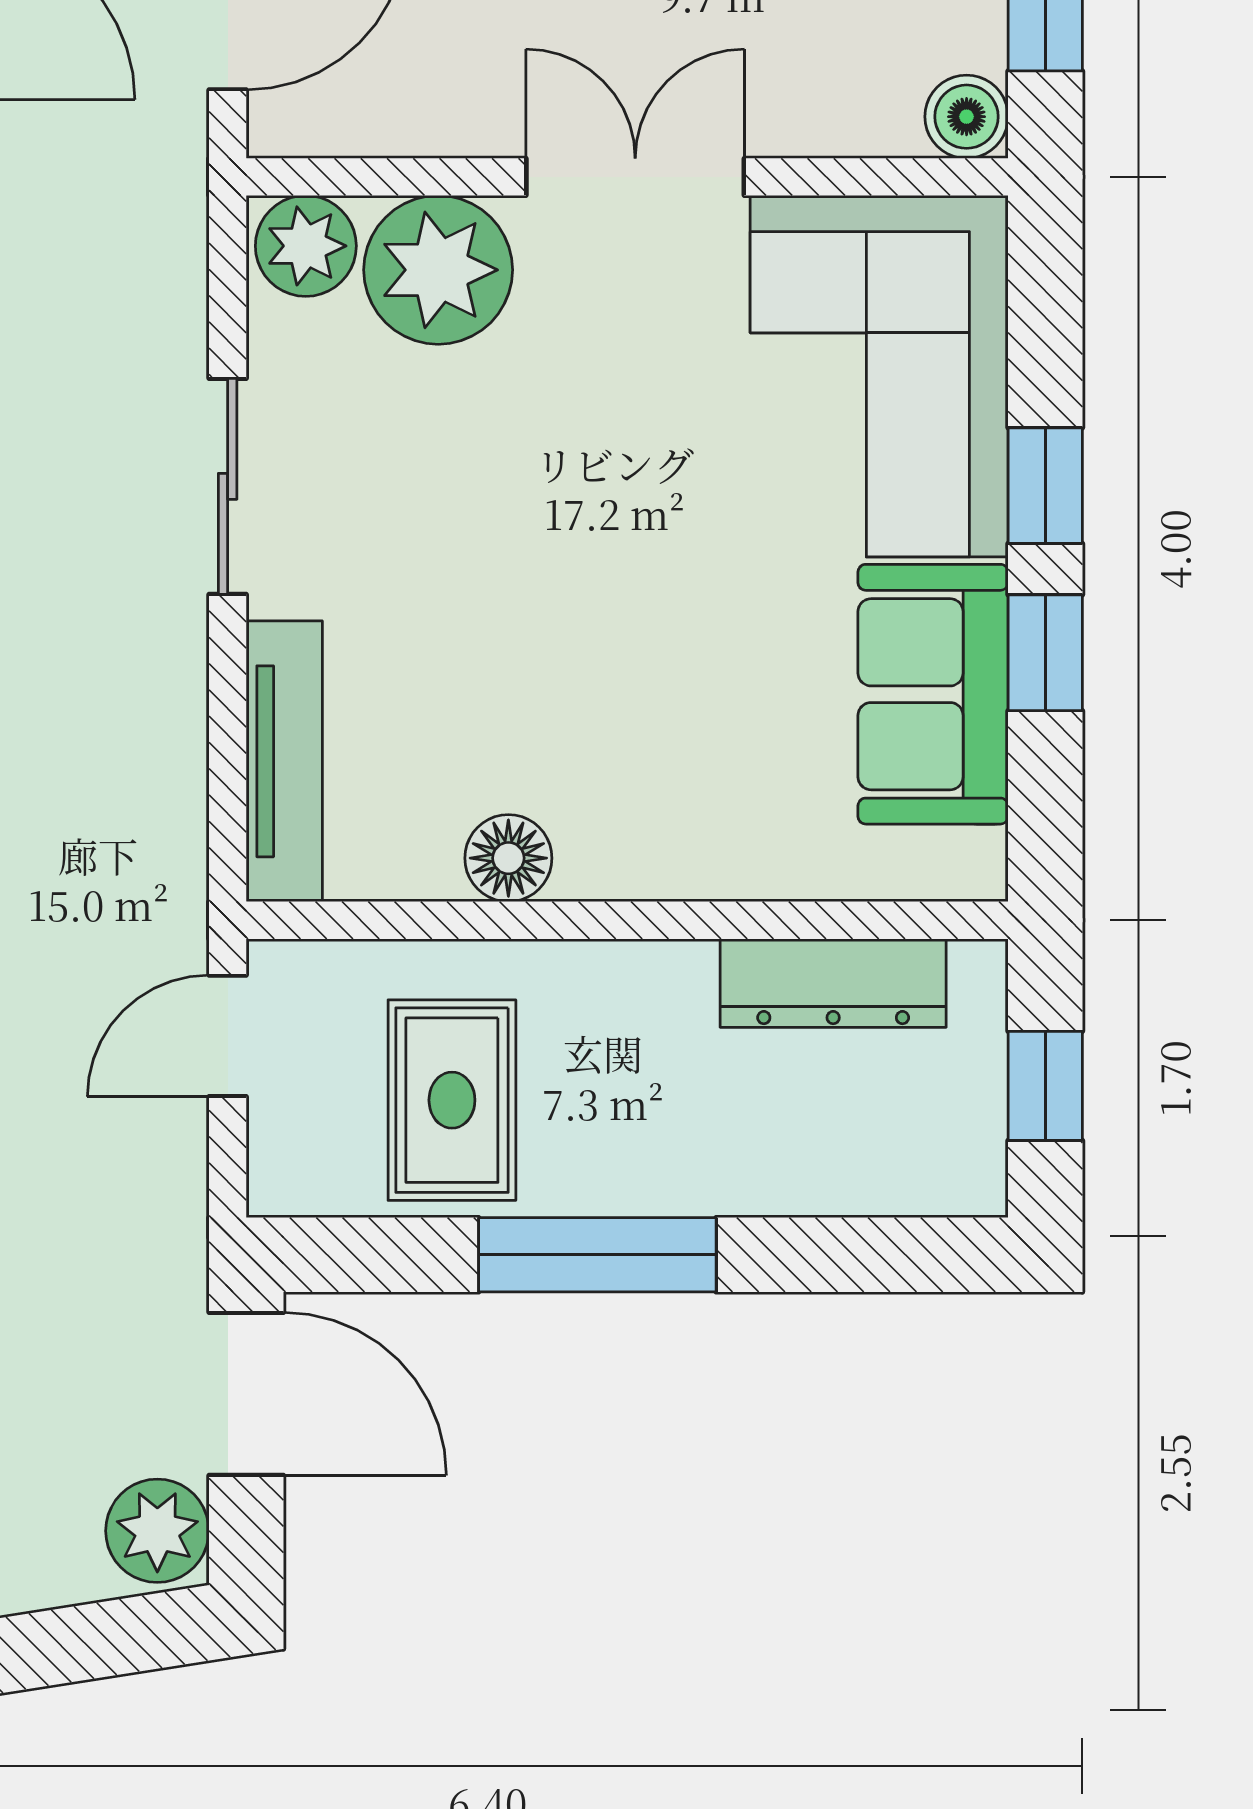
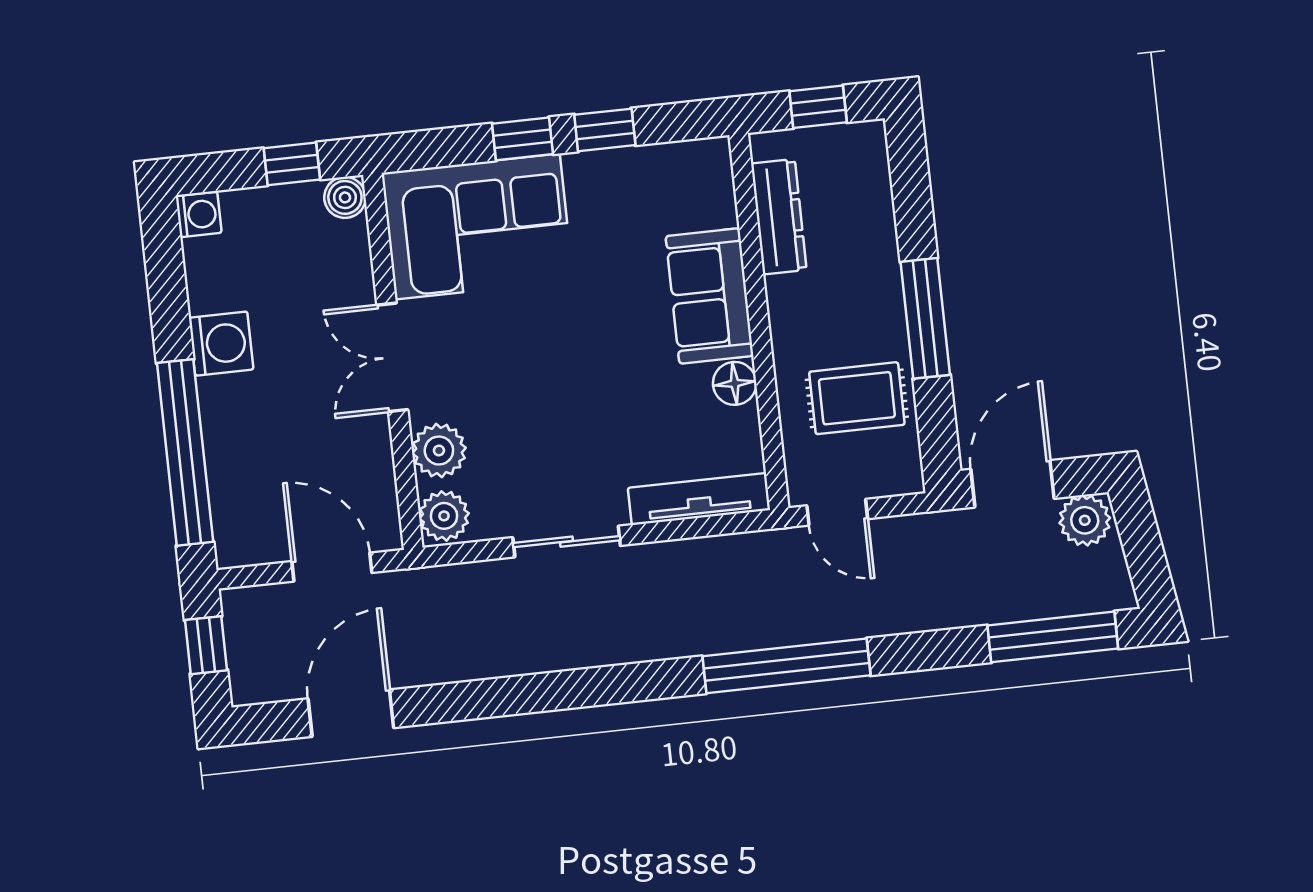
plant: (438, 270) -> (439, 451), width x0.73, depth x0.73
sofa: (933, 694) -> (709, 296), moved, turned 90

